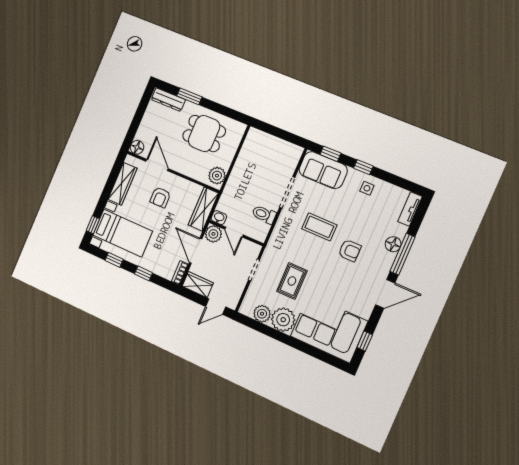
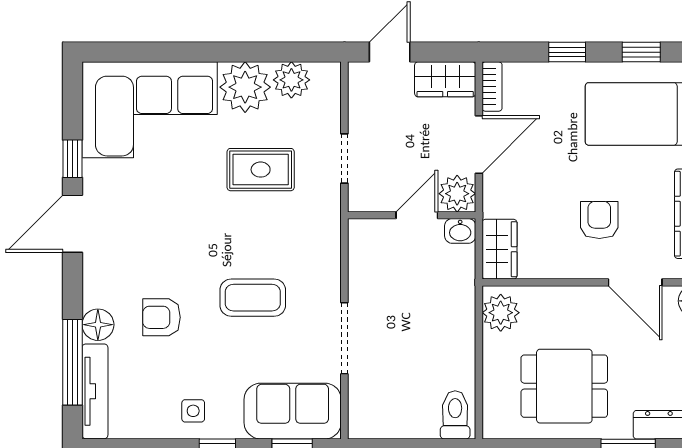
wardrobe: (203, 209) -> (499, 249), width x0.67
tv unit: (410, 209) -> (95, 391), width x1.41
toilet: (264, 214) -> (455, 415), moved, turned -90
door: (234, 232) -> (417, 215), hinge flipped
door: (196, 251) -> (479, 145), hinge flipped
armchair: (350, 251) -> (161, 317), moved
window: (402, 254) -> (72, 362), moved
rug: (292, 281) -> (261, 170), turned 90
window: (365, 341) -> (72, 159), moved

